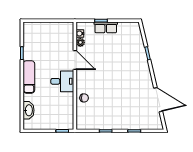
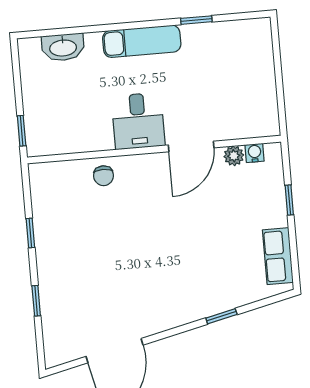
row of seats: (106, 27) -> (278, 256), moved

